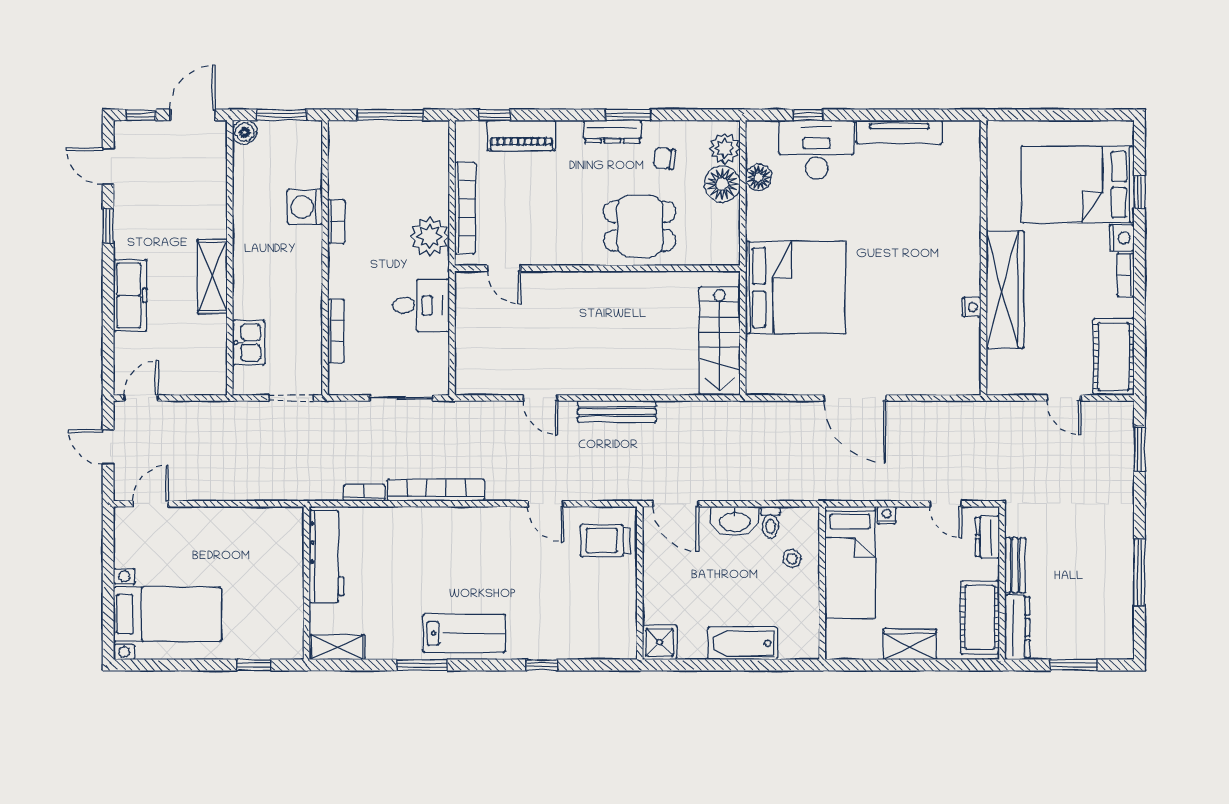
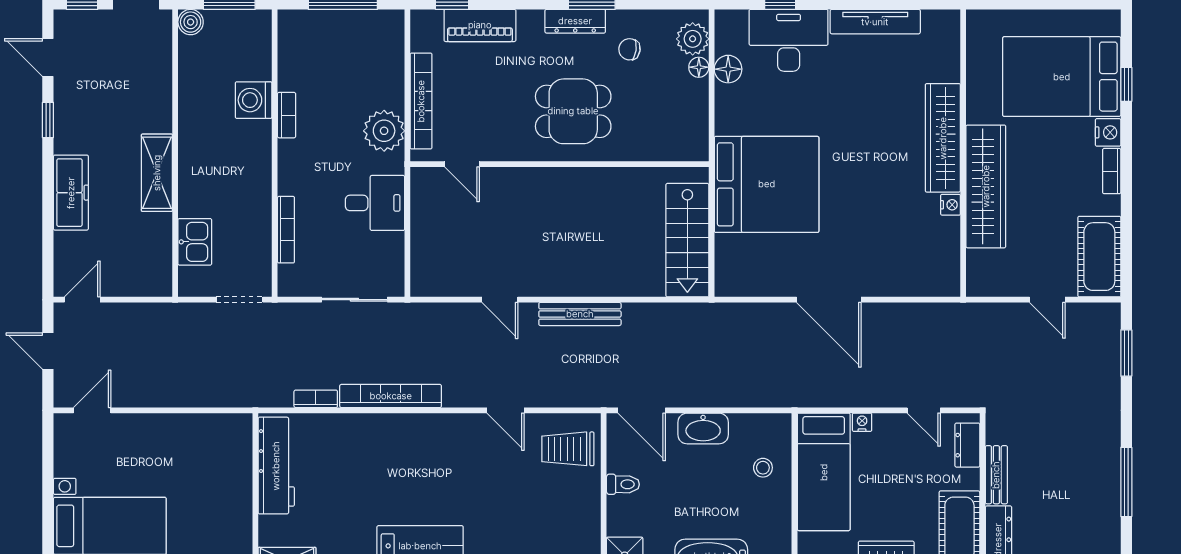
floor lamp: (722, 184) -> (699, 67), width x0.53, depth x0.53
dining table: (640, 226) -> (573, 111), moved
wardrobe: (964, 243) -> (943, 138), added
toilet: (771, 522) -> (623, 484), moved, turned -90

